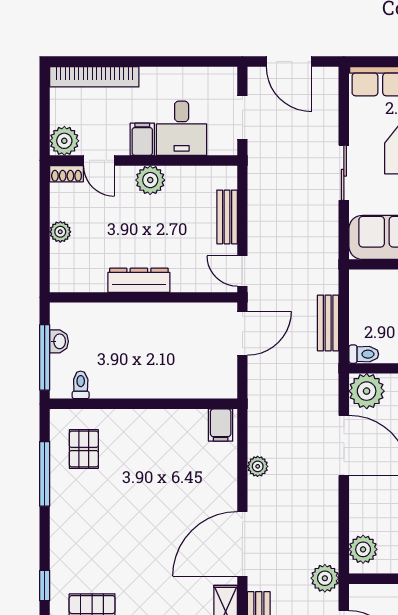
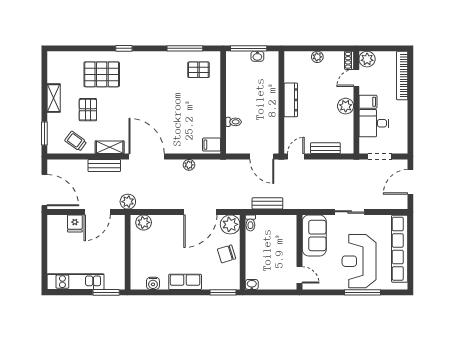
toilet: (81, 385) -> (234, 122), moved

